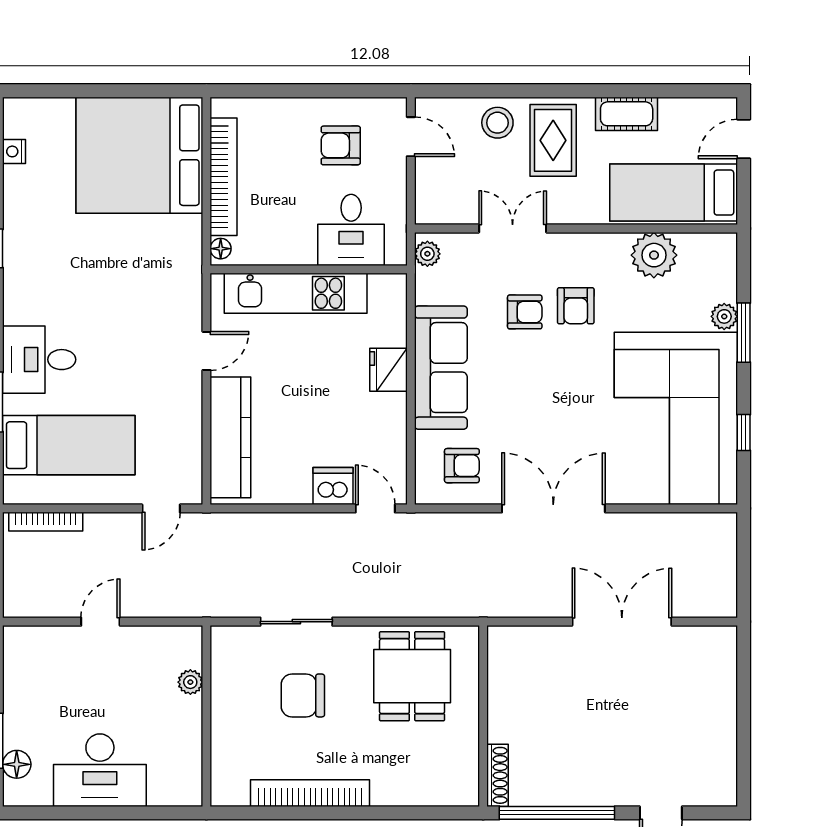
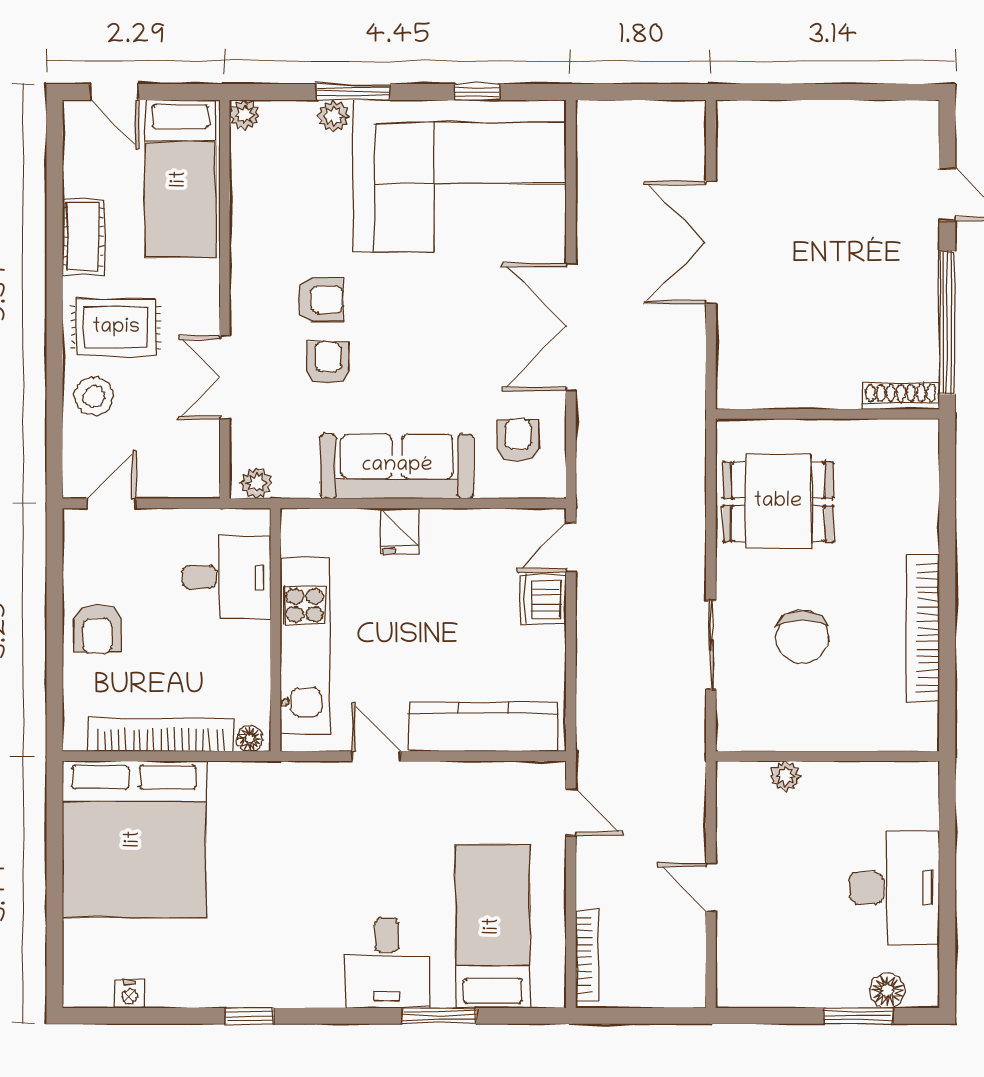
armchair: (341, 145) -> (97, 629), moved
plant: (654, 255) -> (245, 115), moved, width x0.53, depth x0.53
fridge: (389, 370) -> (399, 531), width x0.72

